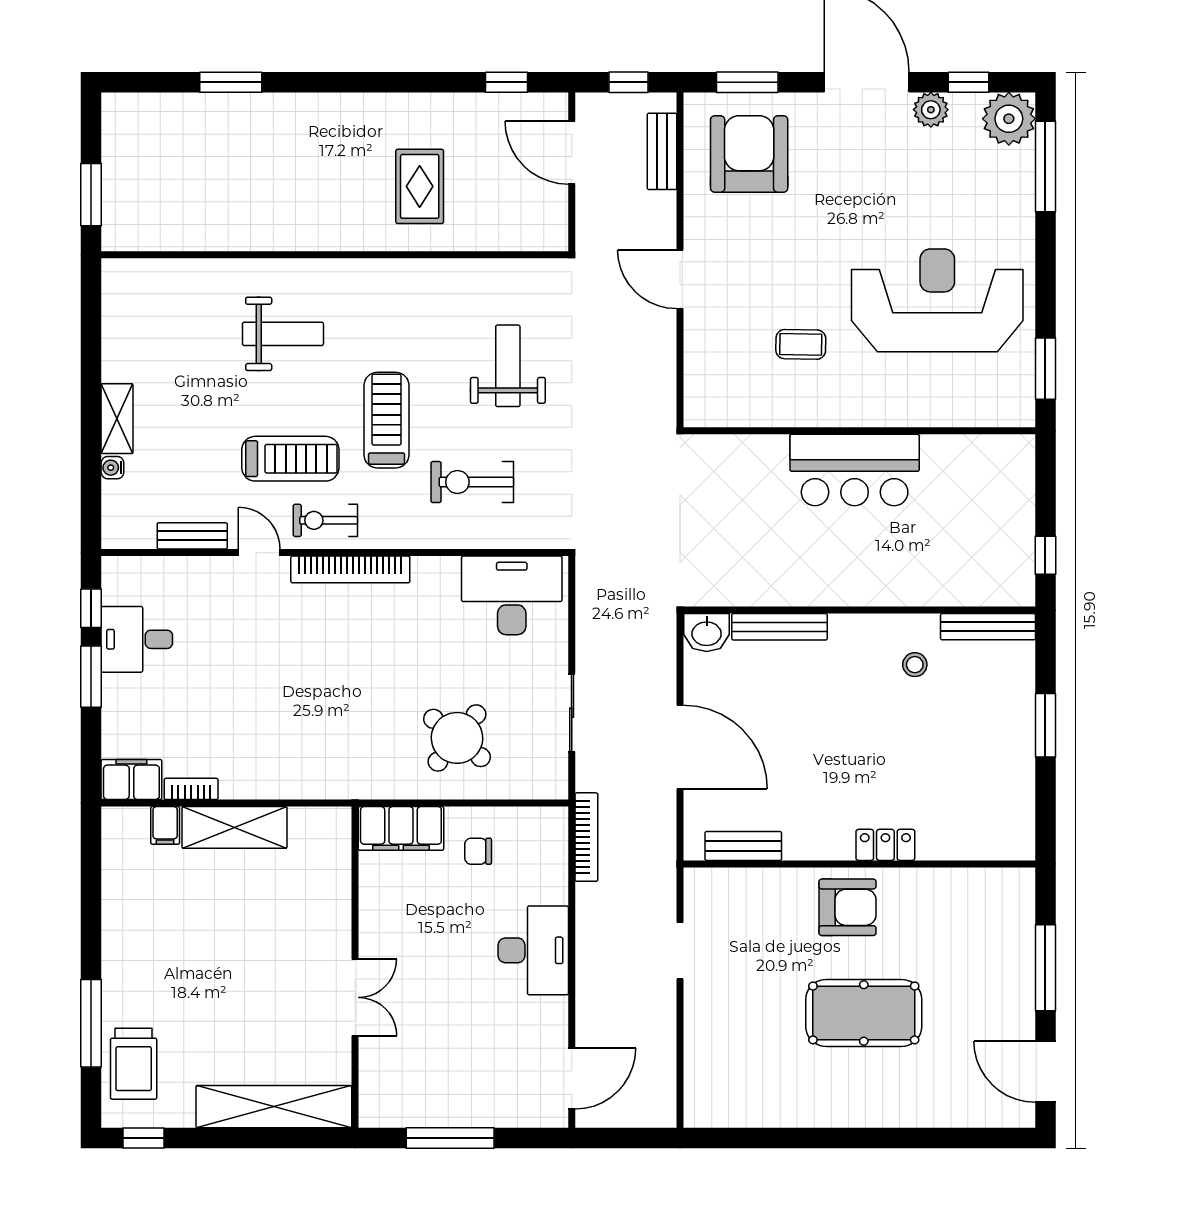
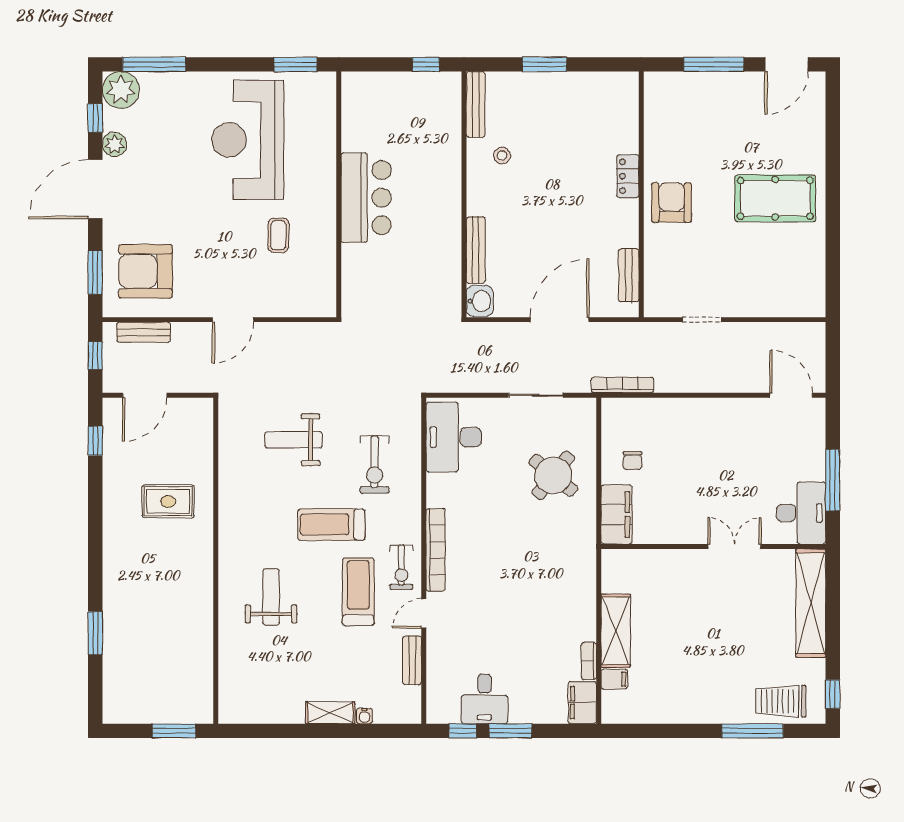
desk: (533, 950) -> (801, 513), moved, turned 90
pool table: (864, 1013) -> (775, 198), moved, turned 90
trolley: (134, 1064) -> (781, 701), turned 180

